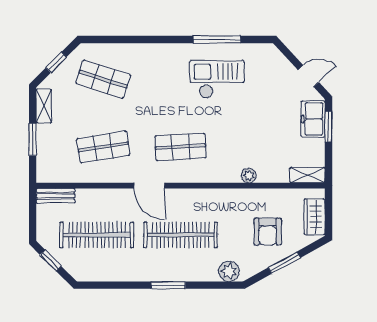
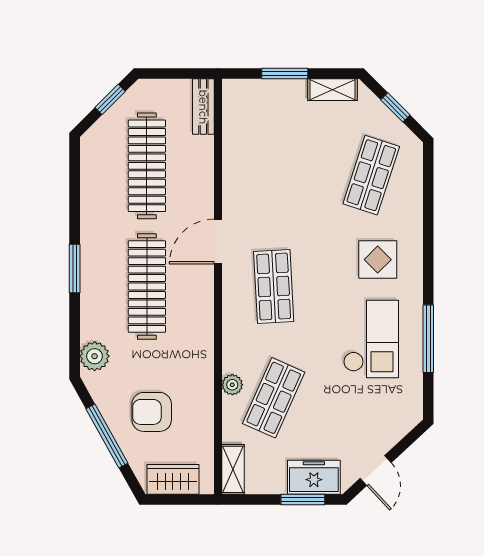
display table: (162, 75) -> (378, 260), added
shop shelf: (103, 147) -> (274, 398), moved, turned 33
window: (284, 263) -> (107, 436), width x1.44

